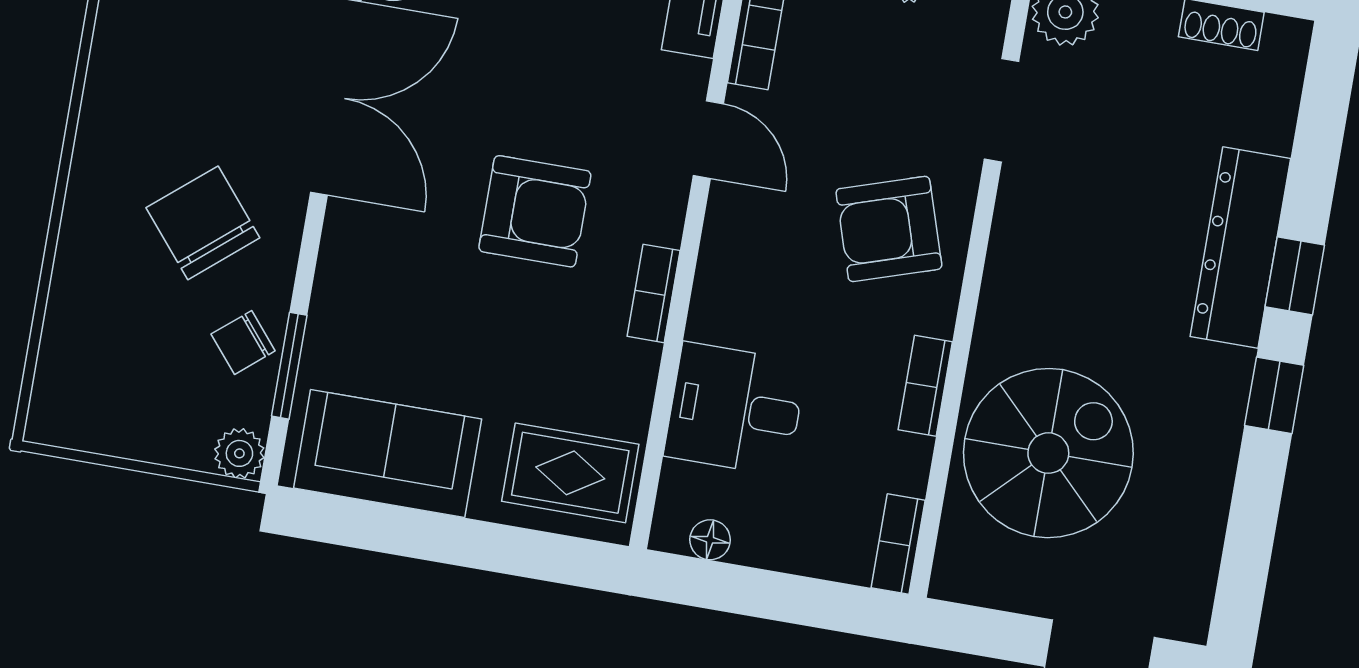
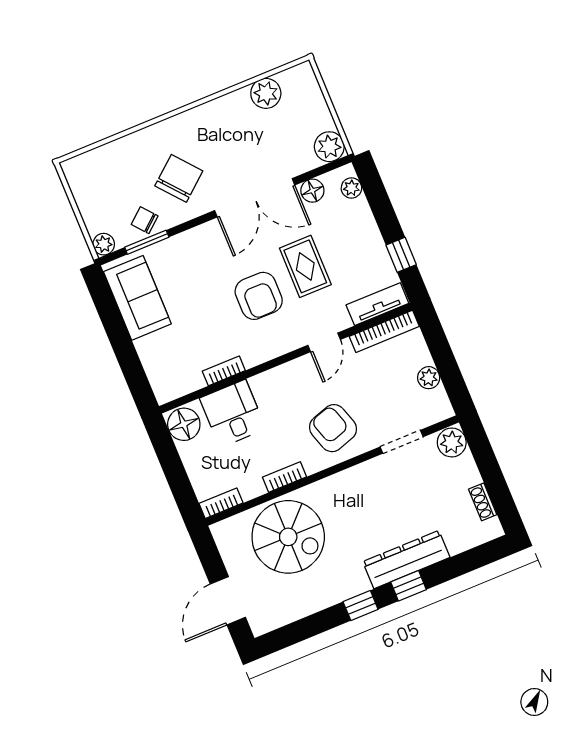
bookcase: (654, 293) -> (224, 371), moved
rug: (570, 473) -> (305, 266), moved
floor lamp: (710, 540) -> (184, 424), width x1.89, depth x1.89

